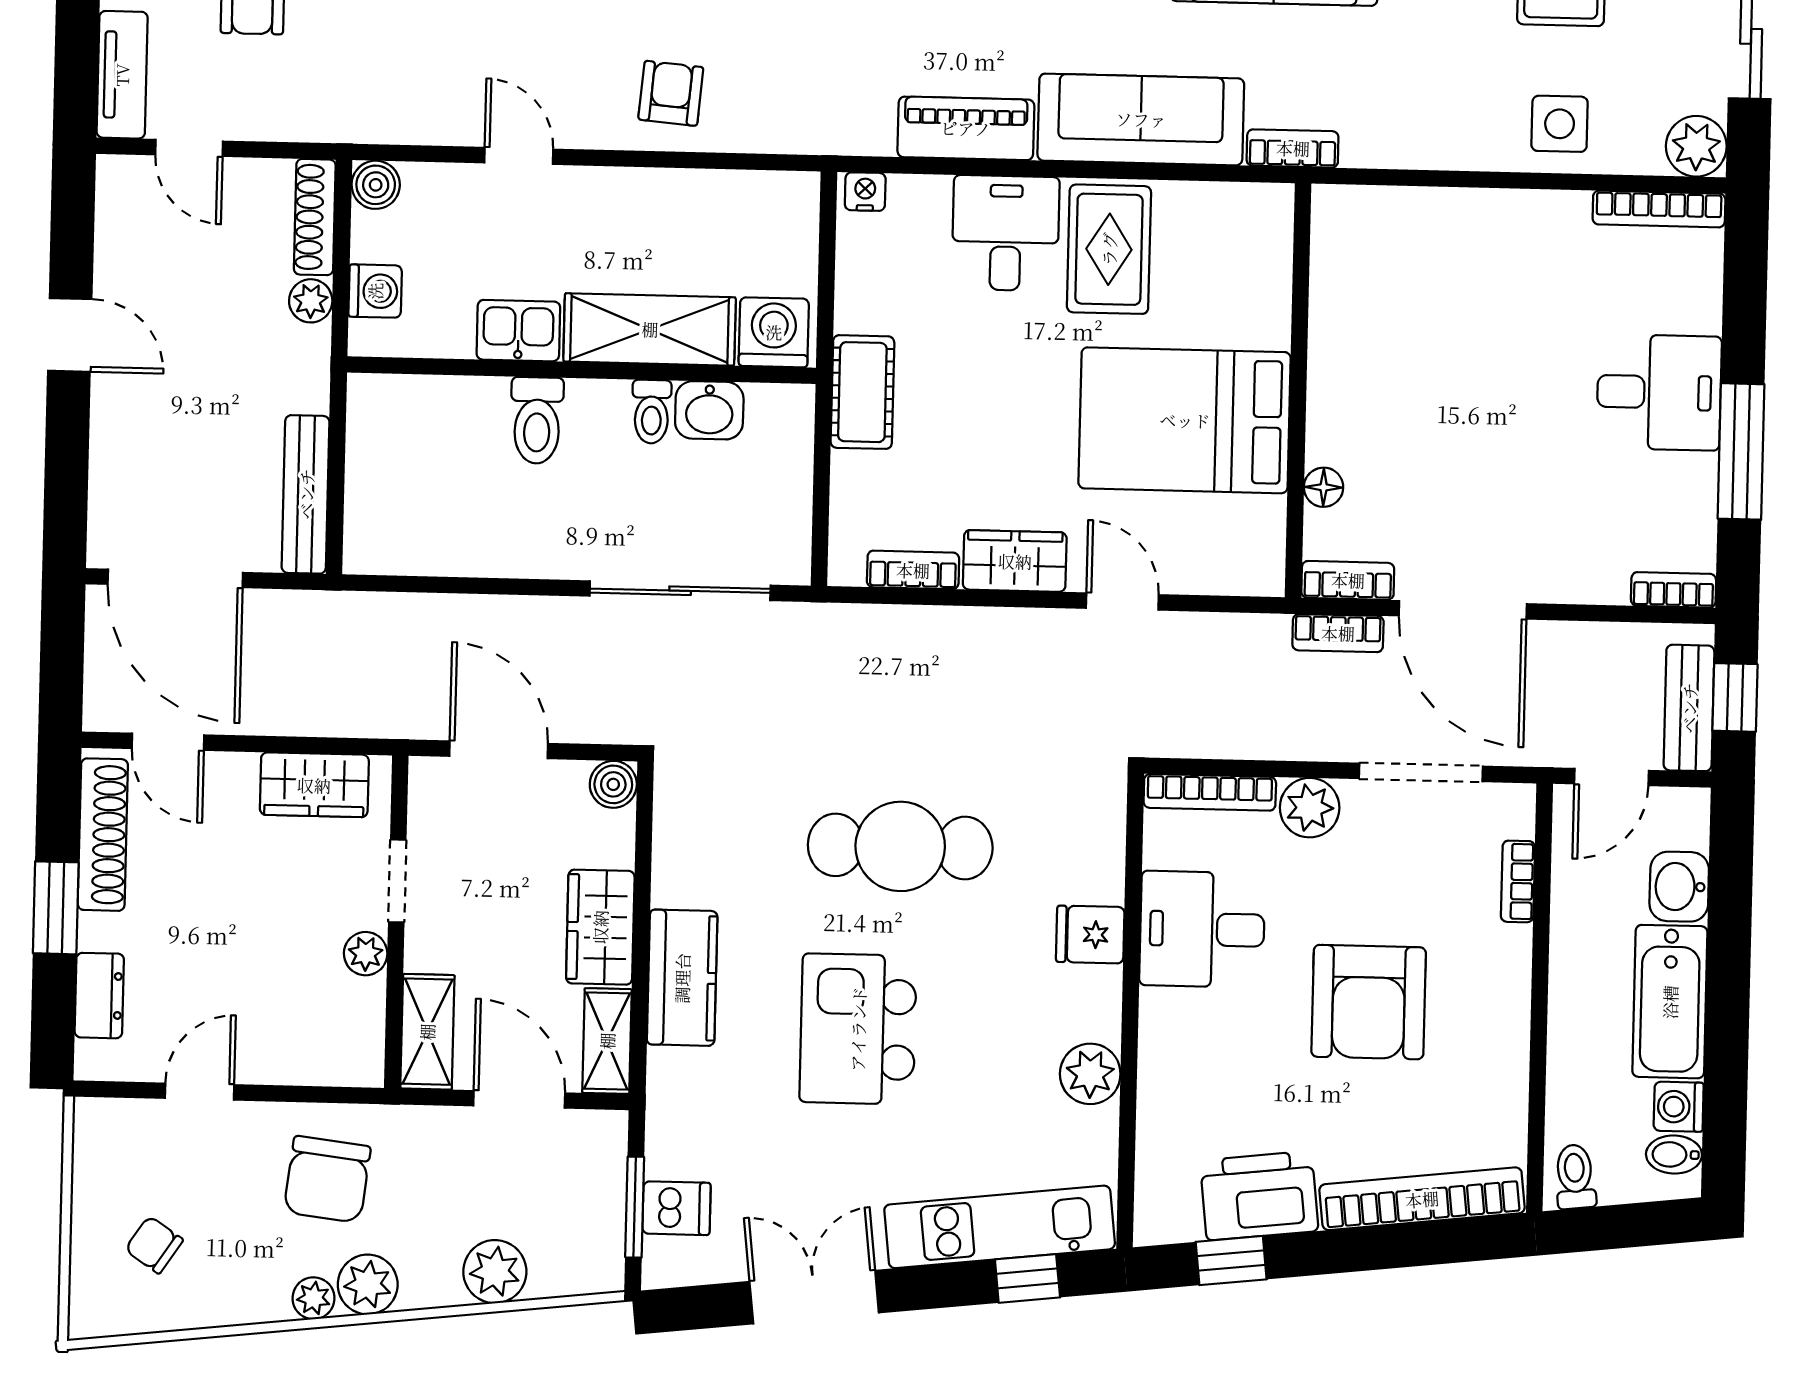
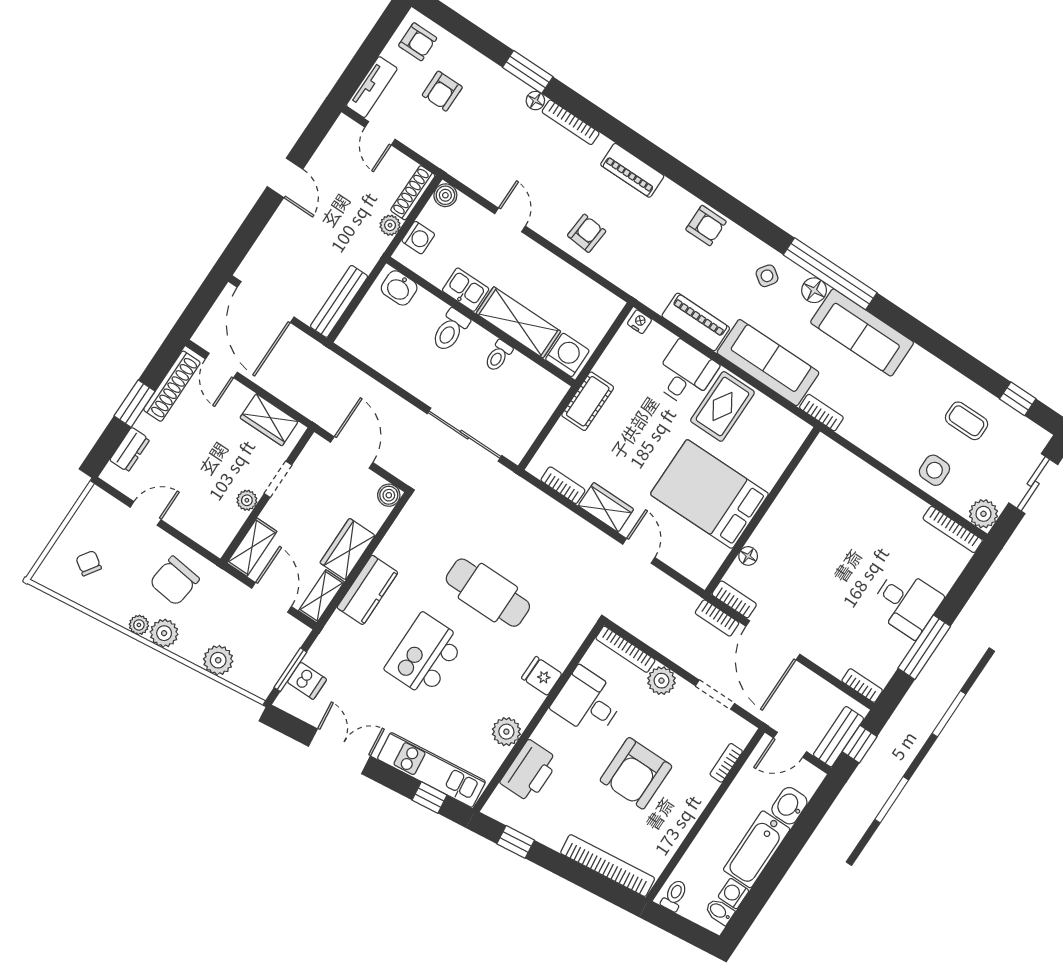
washbasin: (709, 410) -> (399, 288), moved
doorway: (1421, 772) -> (715, 695), width x0.73
printer: (1259, 1196) -> (529, 771), moved, turned 96

